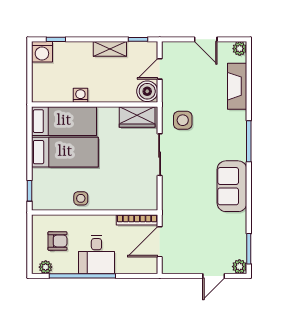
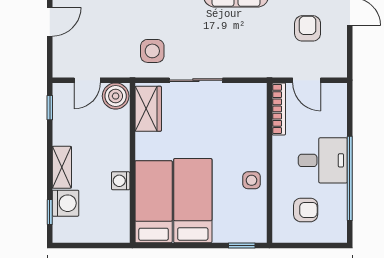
shelving: (110, 49) -> (62, 167), moved
washing machine: (42, 52) -> (66, 203), moved
door: (160, 69) -> (87, 80), hinge flipped
armchair: (57, 241) -> (306, 210), turned 90
door: (160, 242) -> (307, 80), width x0.73
armchair: (200, 243) -> (308, 28), added
plant: (46, 267) -> (339, 225), removed

